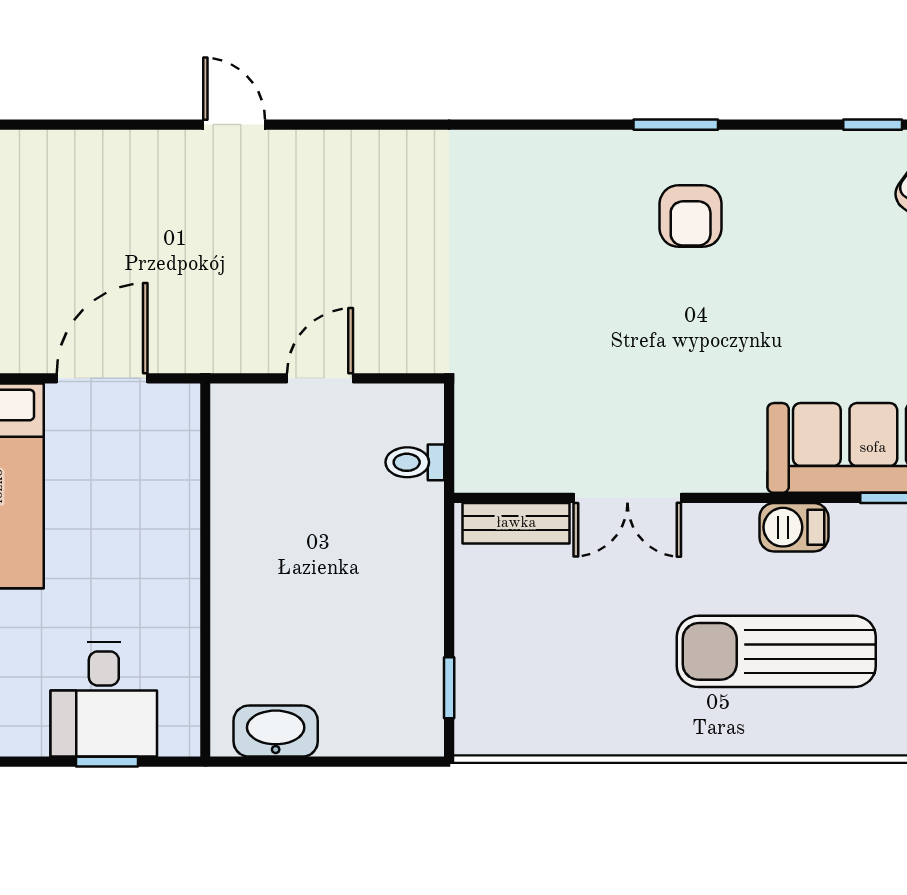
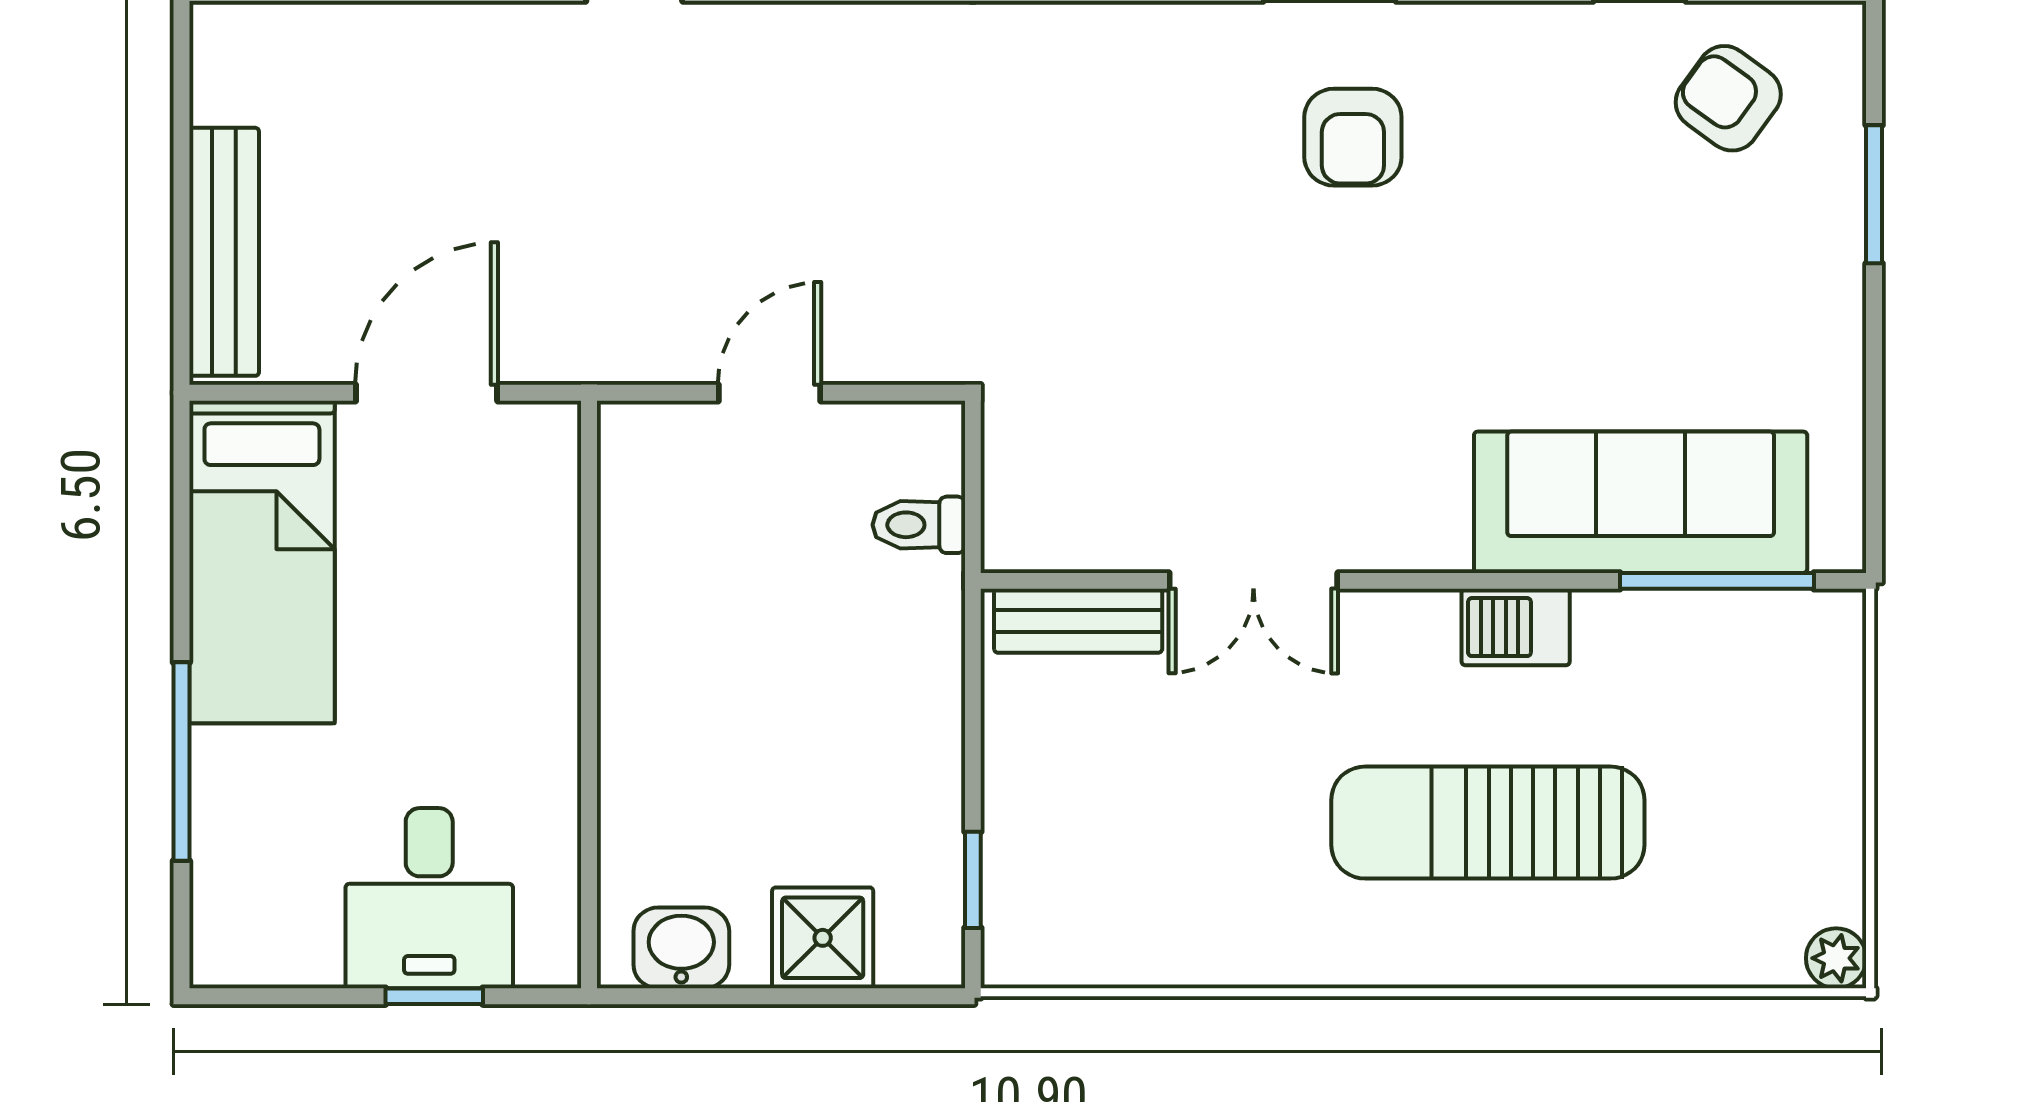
shower: (354, 725) -> (823, 938), added
washbasin: (276, 731) -> (681, 948), width x0.72

